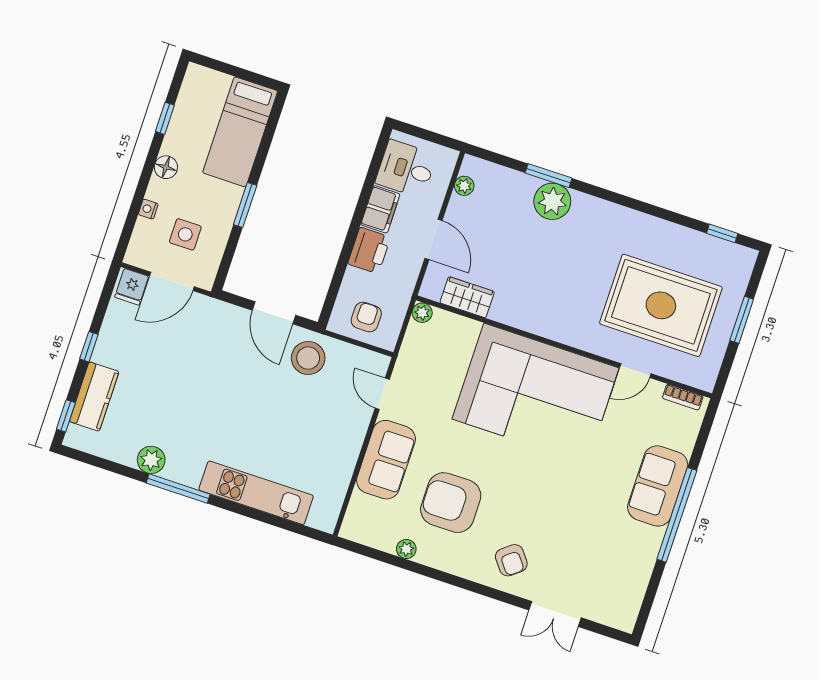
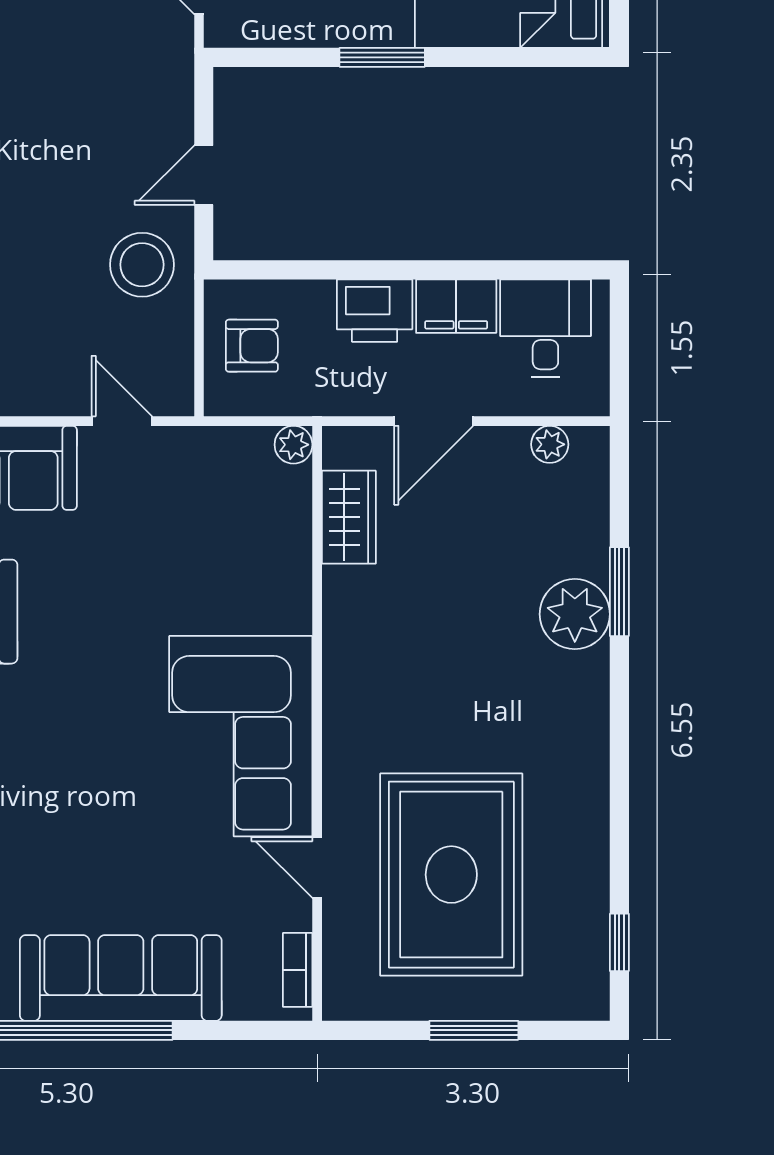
door: (274, 313) -> (204, 175), width x0.73
corner sofa: (536, 393) -> (241, 736), width x0.73, depth x0.74
door: (382, 394) -> (122, 421), hinge flipped
sofa: (658, 486) -> (121, 978), width x1.36

